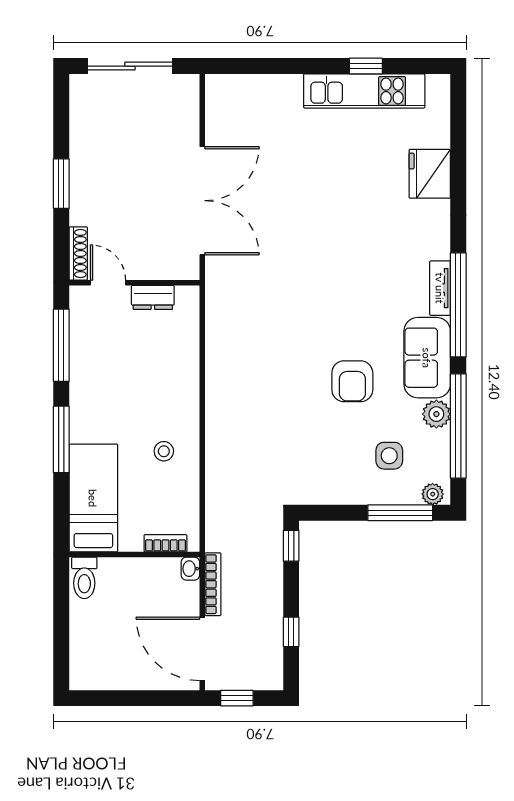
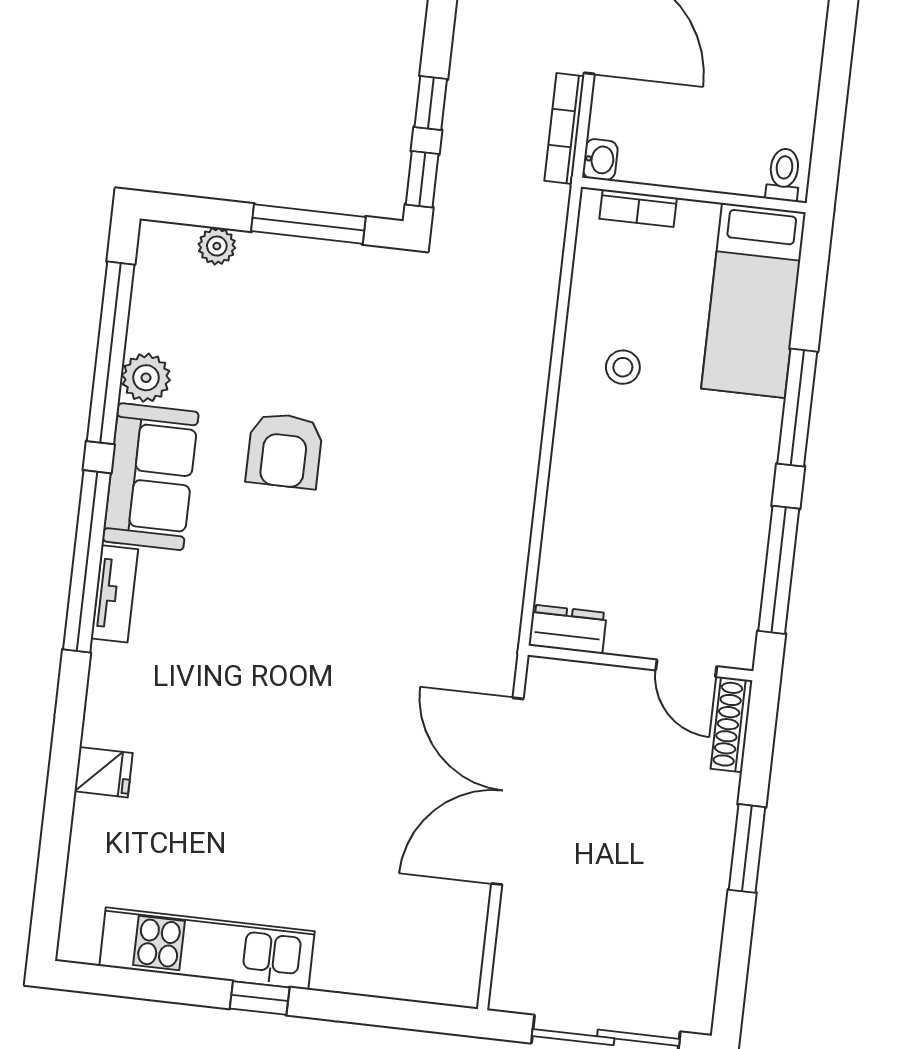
window: (366, 66) -> (260, 998), moved
fridge: (430, 174) -> (103, 772), width x0.53, depth x0.75
dresser: (153, 297) -> (568, 629), moved
armchair: (352, 381) -> (284, 451), turned 180
side table: (389, 456) -> (235, 315), removed
plant: (433, 494) -> (217, 246), moved
window: (400, 513) -> (308, 224), moved
toilet: (84, 578) -> (784, 175), width x0.73, depth x0.72
window: (291, 632) -> (431, 103), moved

